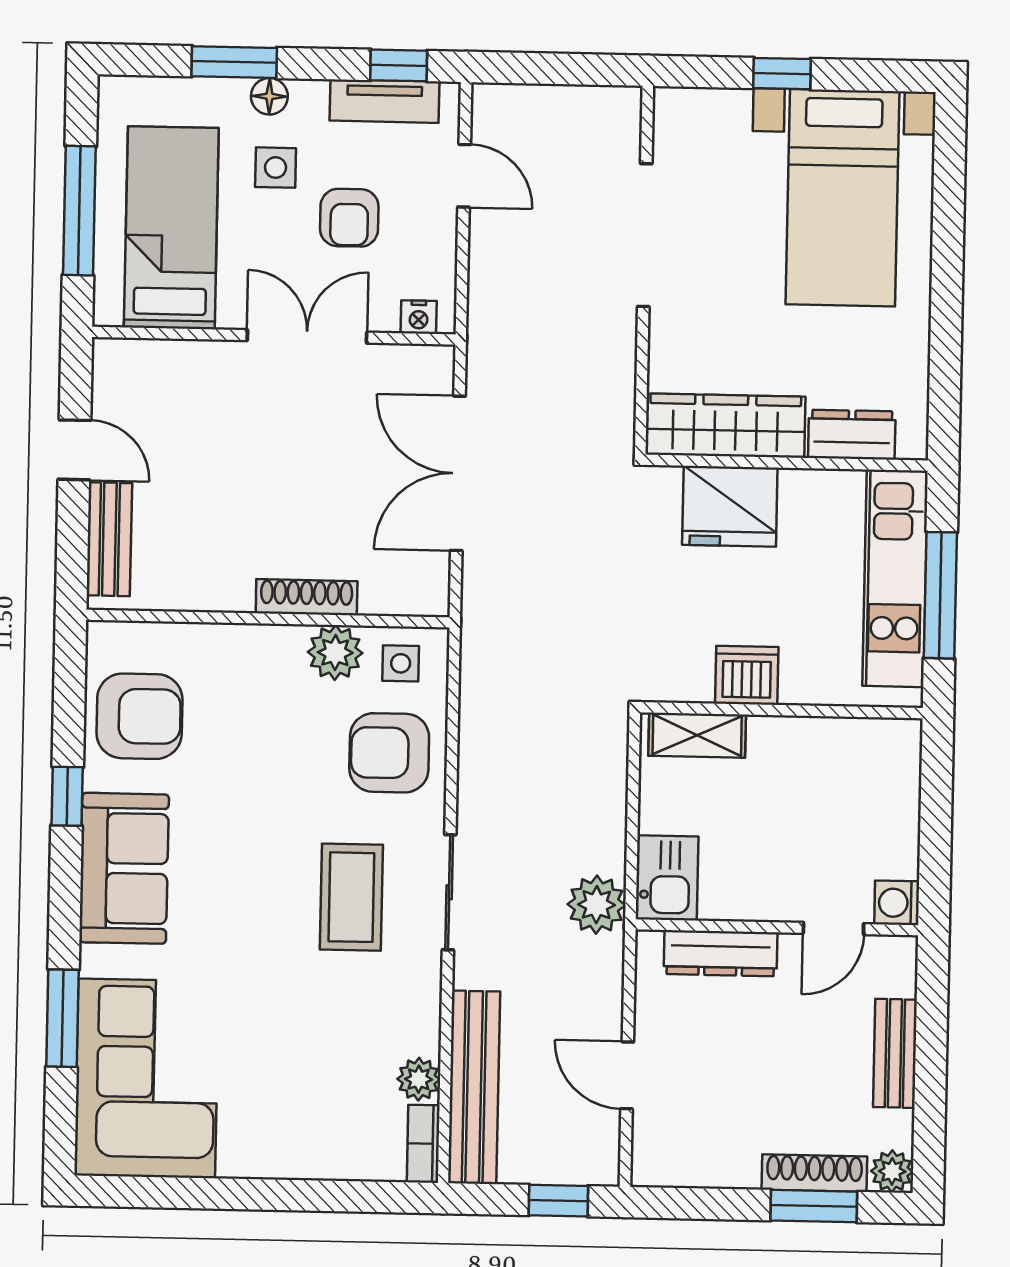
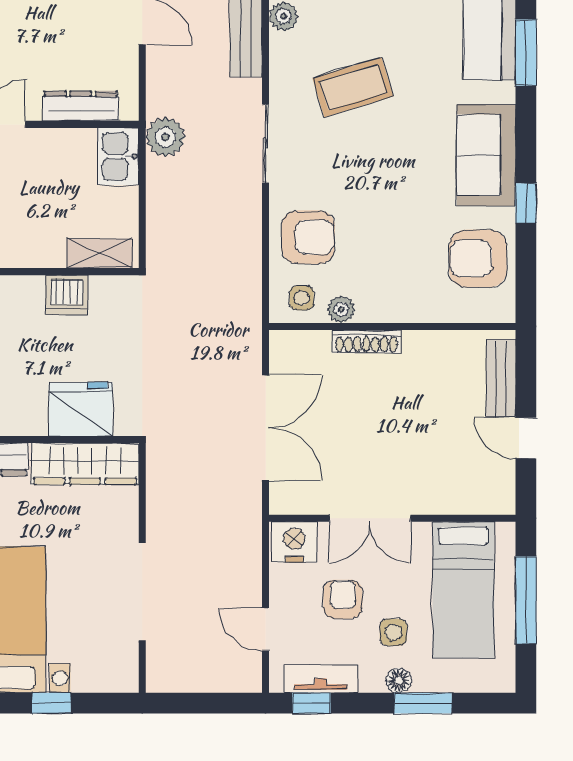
nightstand: (419, 317) -> (294, 542), width x1.89, depth x1.79
plant: (335, 653) -> (341, 309), width x0.73, depth x0.73
coffee table: (351, 897) -> (353, 87), moved, turned 73

